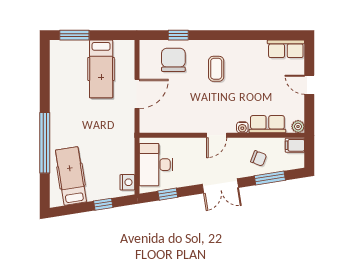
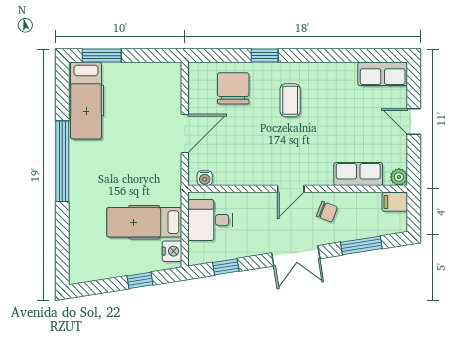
window: (178, 35) -> (265, 56), moved
hospital bed: (101, 69) -> (86, 101), moved
water cooler: (242, 127) -> (205, 178), moved
window: (45, 143) -> (62, 161), moved
chair: (259, 158) -> (327, 212), moved
desk: (156, 165) -> (210, 220), width x0.73
hospital bed: (71, 176) -> (144, 222), moved, turned -81

